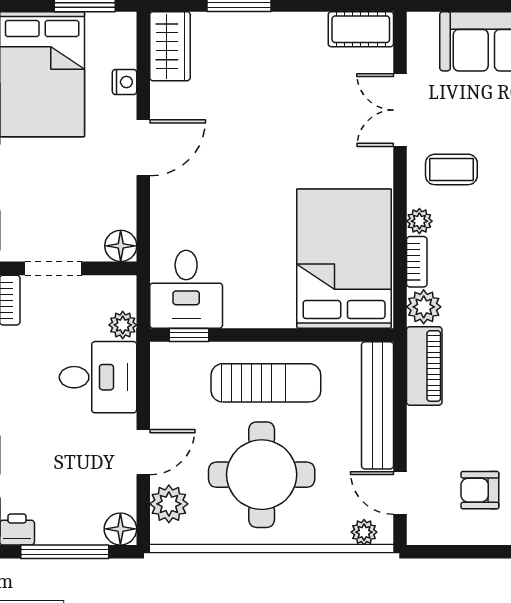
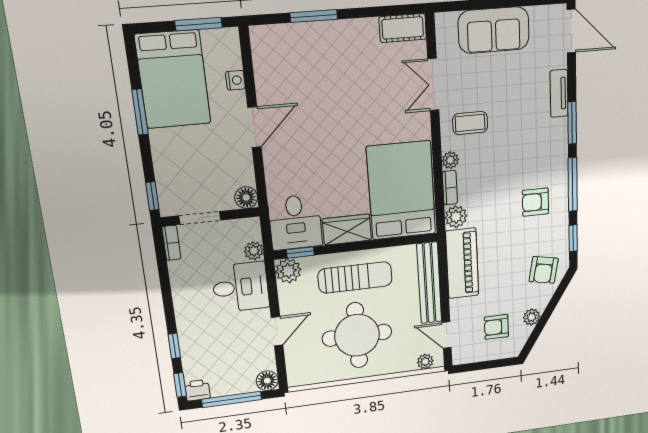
wardrobe: (170, 46) -> (347, 229), moved, turned -90
piano: (424, 366) -> (462, 263), width x1.37, depth x1.33
plant: (169, 504) -> (288, 271), moved

